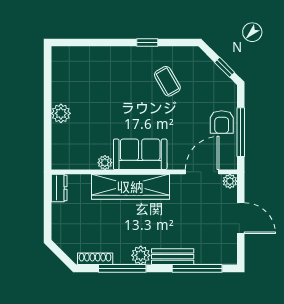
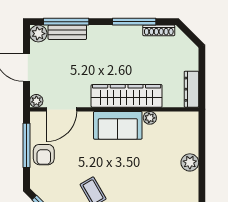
armchair: (222, 122) -> (44, 155), turned 180
dresser: (59, 188) -> (191, 89), width x1.44
plant: (141, 255) -> (38, 34), moved
bench: (173, 257) -> (67, 32), moved

